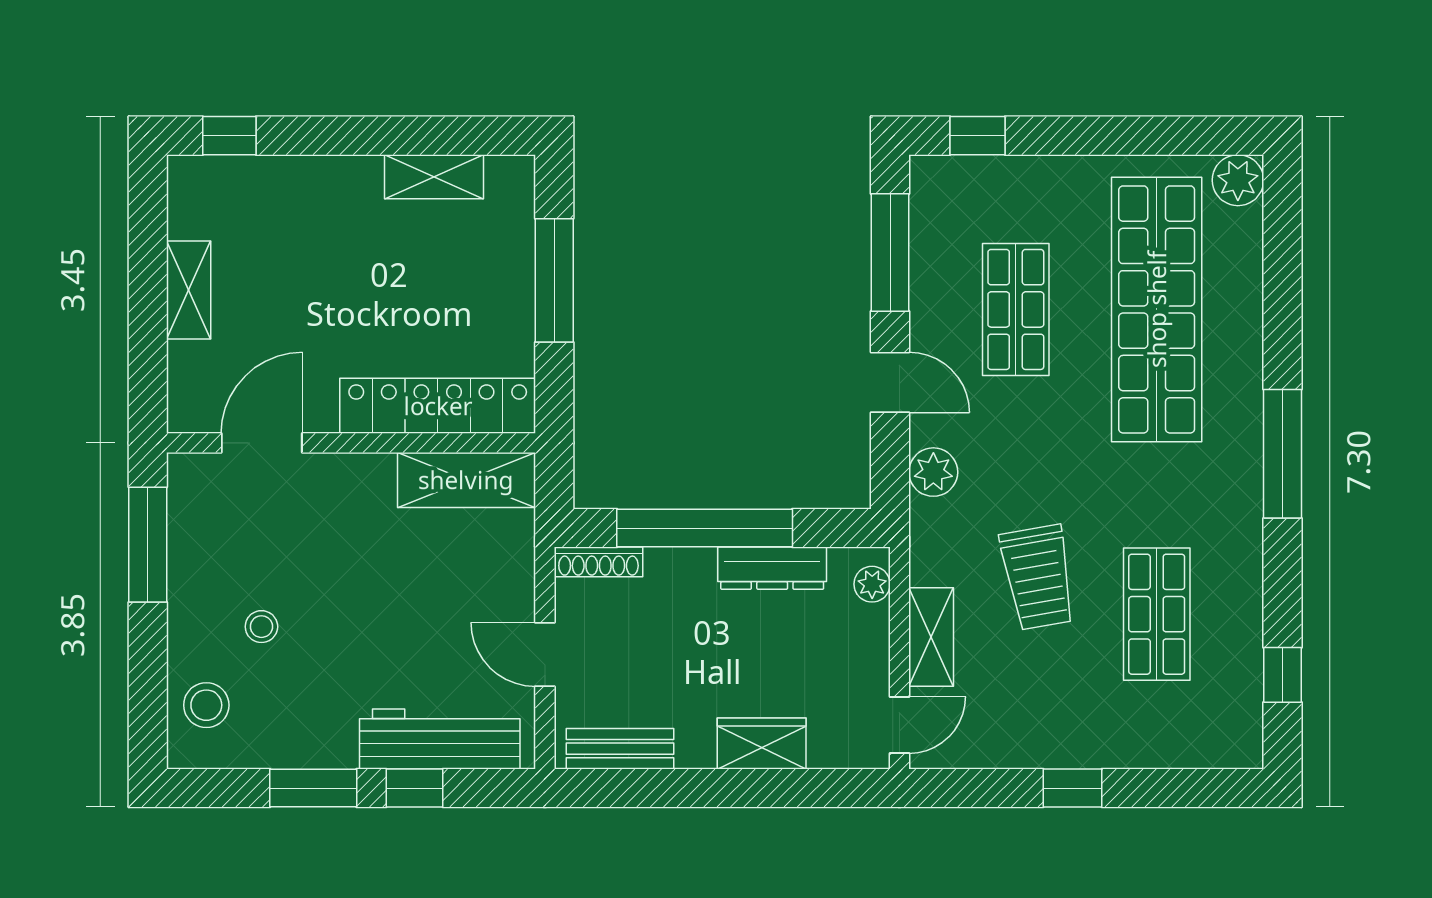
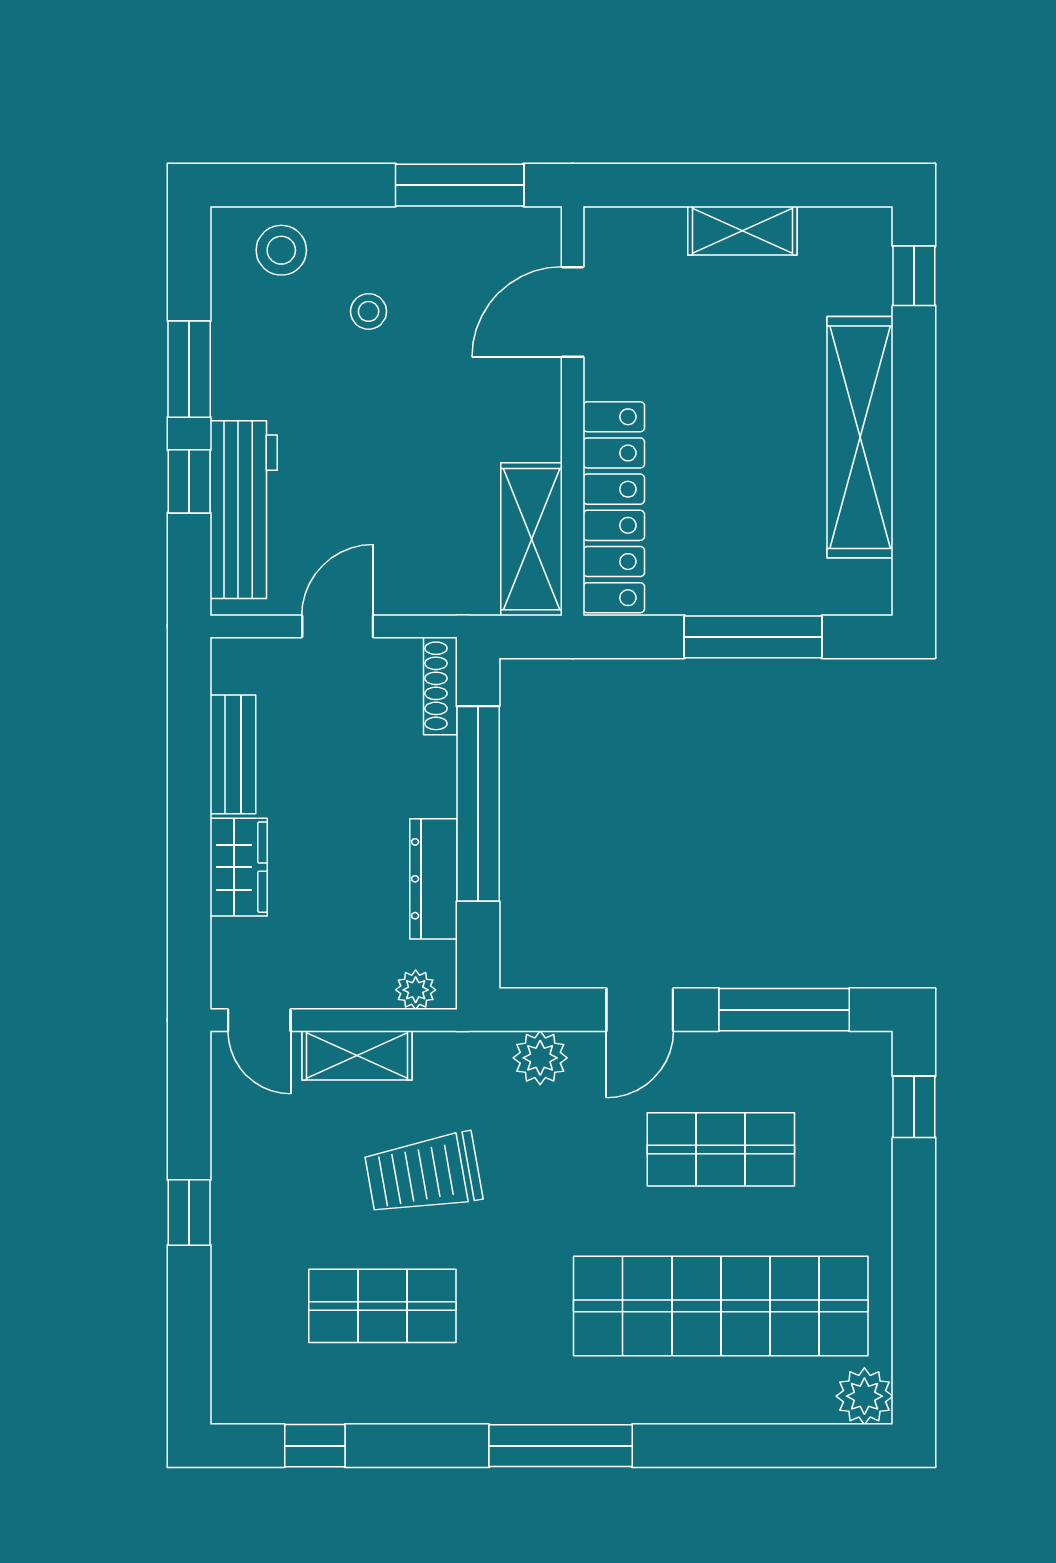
shelving: (434, 177) -> (860, 437), width x2.20, depth x1.33
door: (262, 443) -> (573, 312), swing flipped
bench: (620, 749) -> (233, 754), moved

